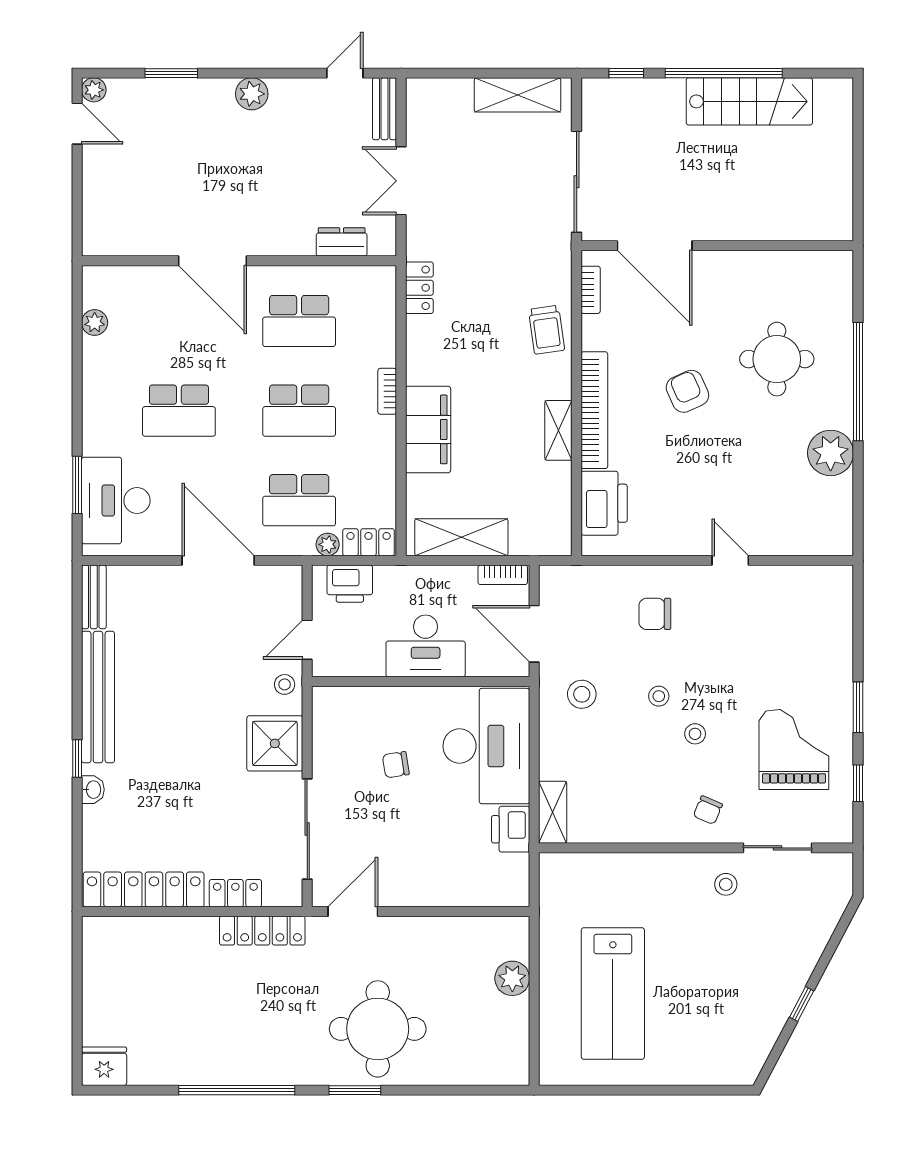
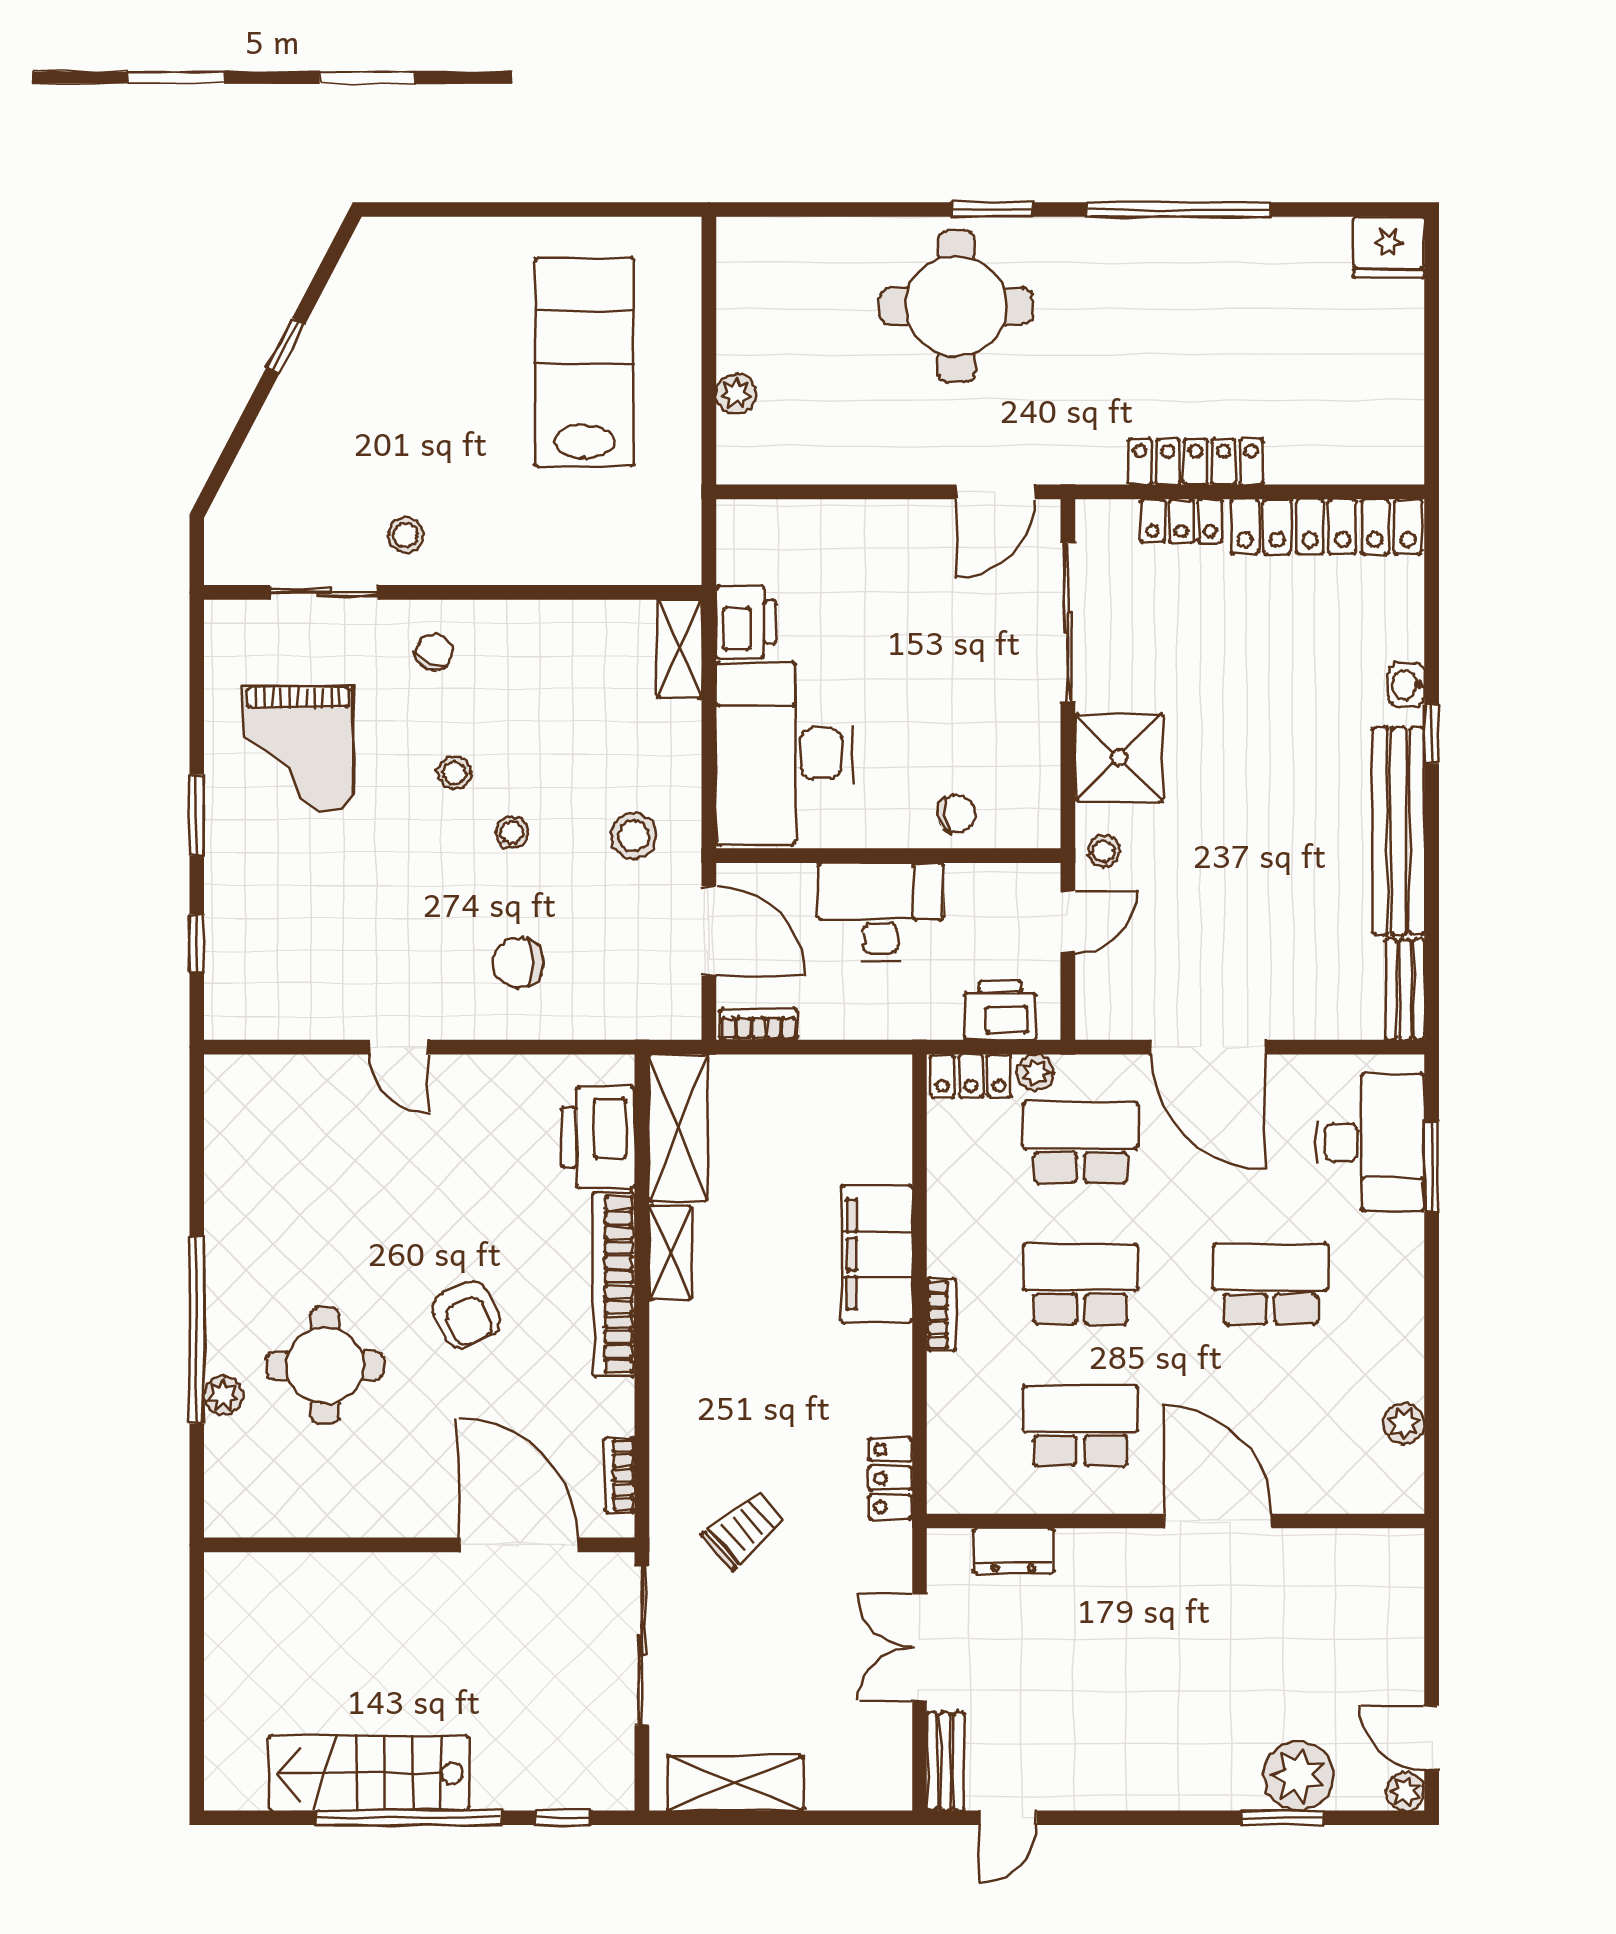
plant: (252, 94) -> (1298, 1776), moved, width x1.36, depth x1.36
double door: (401, 181) -> (919, 1647), swing flipped
trolley: (547, 330) -> (744, 1530), moved, turned 57
plant: (831, 453) -> (223, 1395), moved, width x0.53, depth x0.53
shelving: (461, 537) -> (678, 1128), moved, turned 90
chair: (655, 614) -> (518, 963), turned 180
chair: (396, 765) -> (956, 814), moved
window: (858, 783) -> (197, 943), moved
locker: (262, 931) -> (1196, 462), moved
plant: (512, 978) -> (736, 394), width x0.73, depth x0.73

